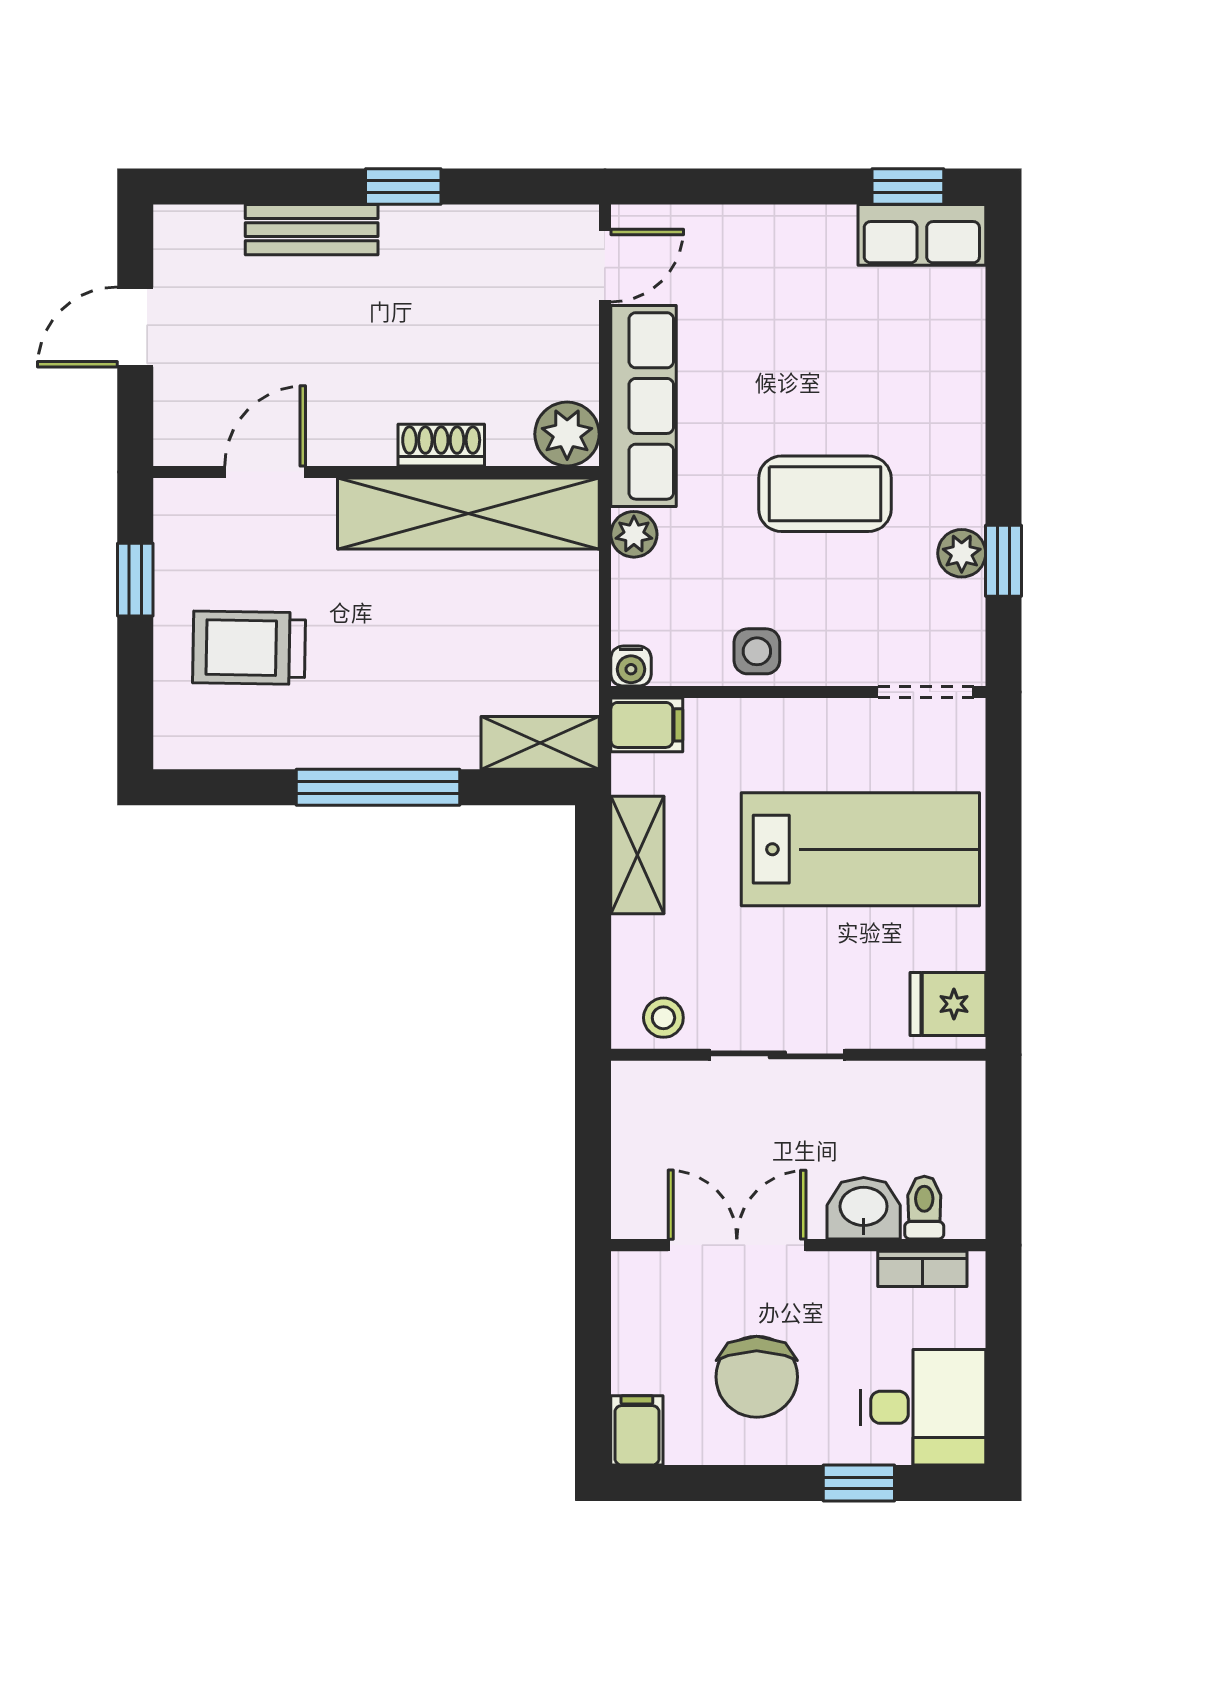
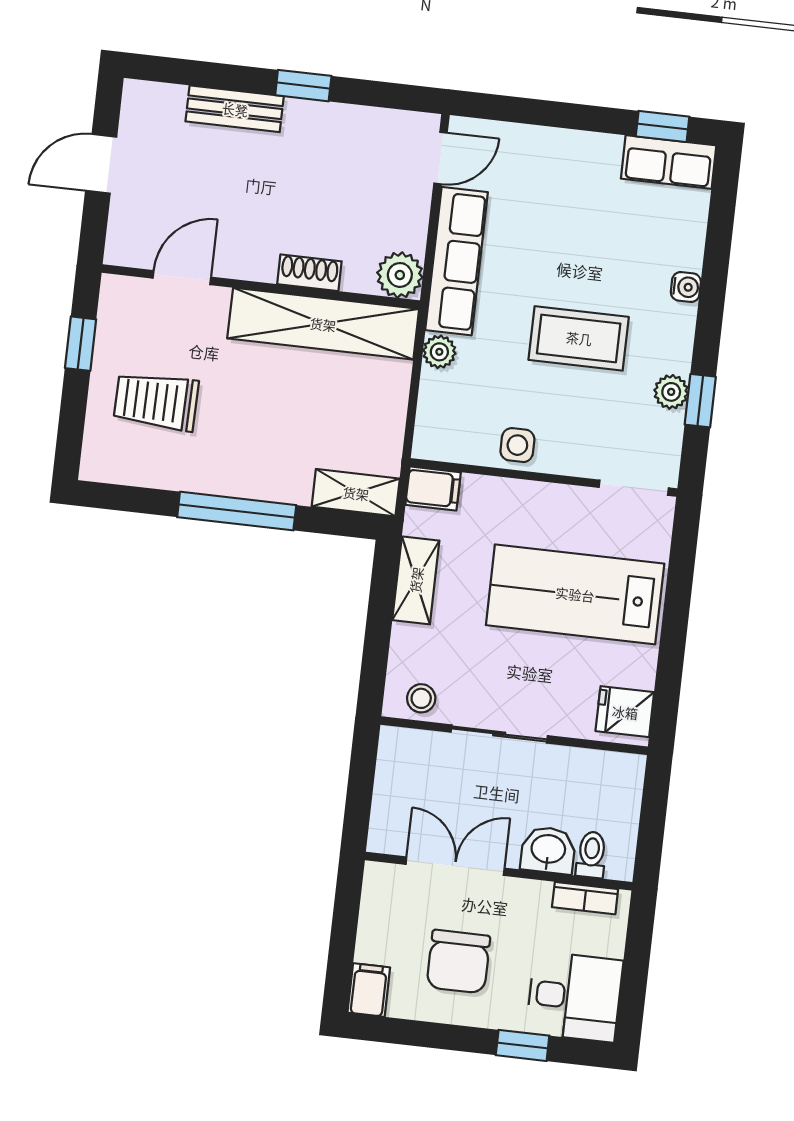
water cooler: (631, 666) -> (686, 287), moved, turned -90
lab bench: (860, 849) -> (575, 594), turned 180

